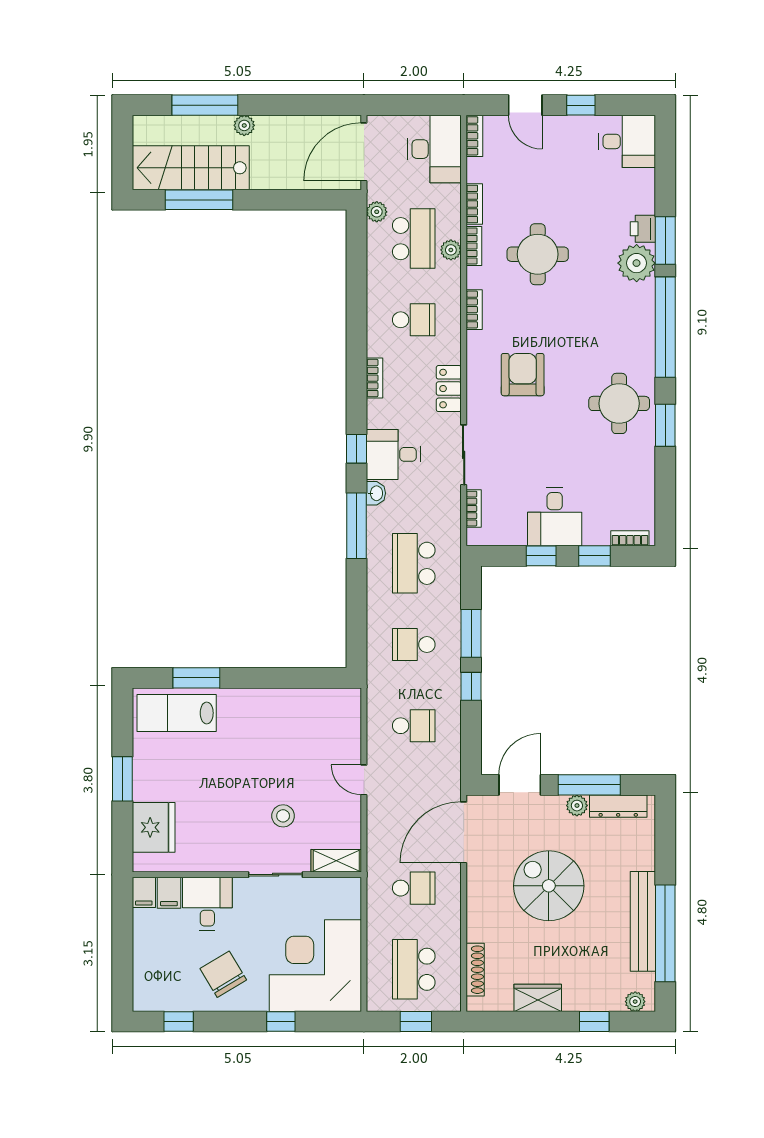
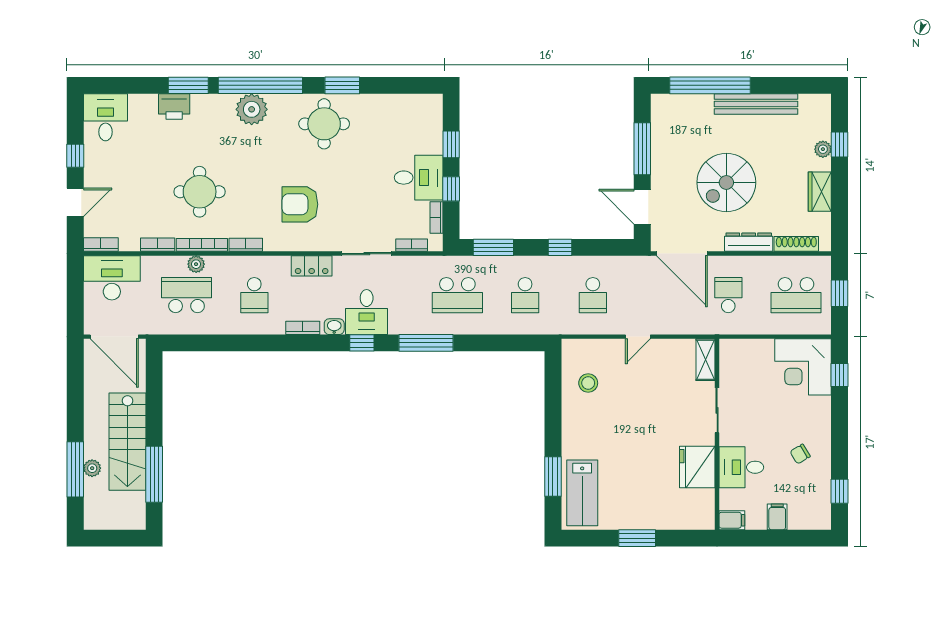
plant: (244, 125) -> (92, 468), moved
stairs: (191, 168) -> (127, 442), moved
plant: (377, 212) -> (164, 326), removed
printer: (643, 229) -> (174, 106), width x1.36, depth x1.24
bookcase: (474, 246) -> (202, 245), width x1.56
plant: (637, 263) -> (252, 109), moved
school desk: (414, 320) -> (254, 295), turned 180
washbasin: (376, 493) -> (334, 327), moved
bookcase: (630, 538) -> (437, 218), moved
window: (471, 633) -> (493, 247), moved
school desk: (414, 726) -> (593, 295), turned 180
plant: (577, 806) -> (659, 159), removed
dresser: (618, 806) -> (749, 242), moved, turned -90
stool: (283, 816) -> (588, 383), moved
fridge: (154, 827) -> (697, 467), moved, turned -90
filing cabinet: (169, 893) -> (777, 517), moved, turned -90
window: (665, 933) -> (710, 85), moved
corner desk: (315, 966) -> (803, 367), width x0.74, depth x0.74
chair: (223, 974) -> (800, 454), width x0.54, depth x0.54
plant: (635, 1002) -> (823, 149), moved
window: (281, 1022) -> (840, 375), moved

